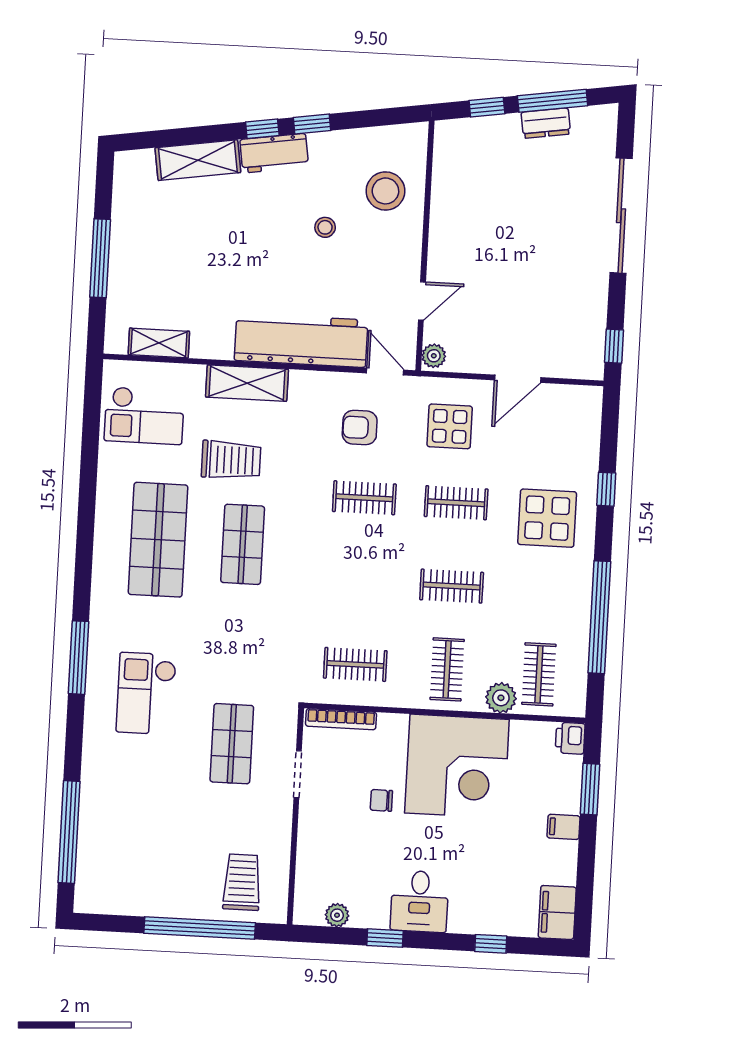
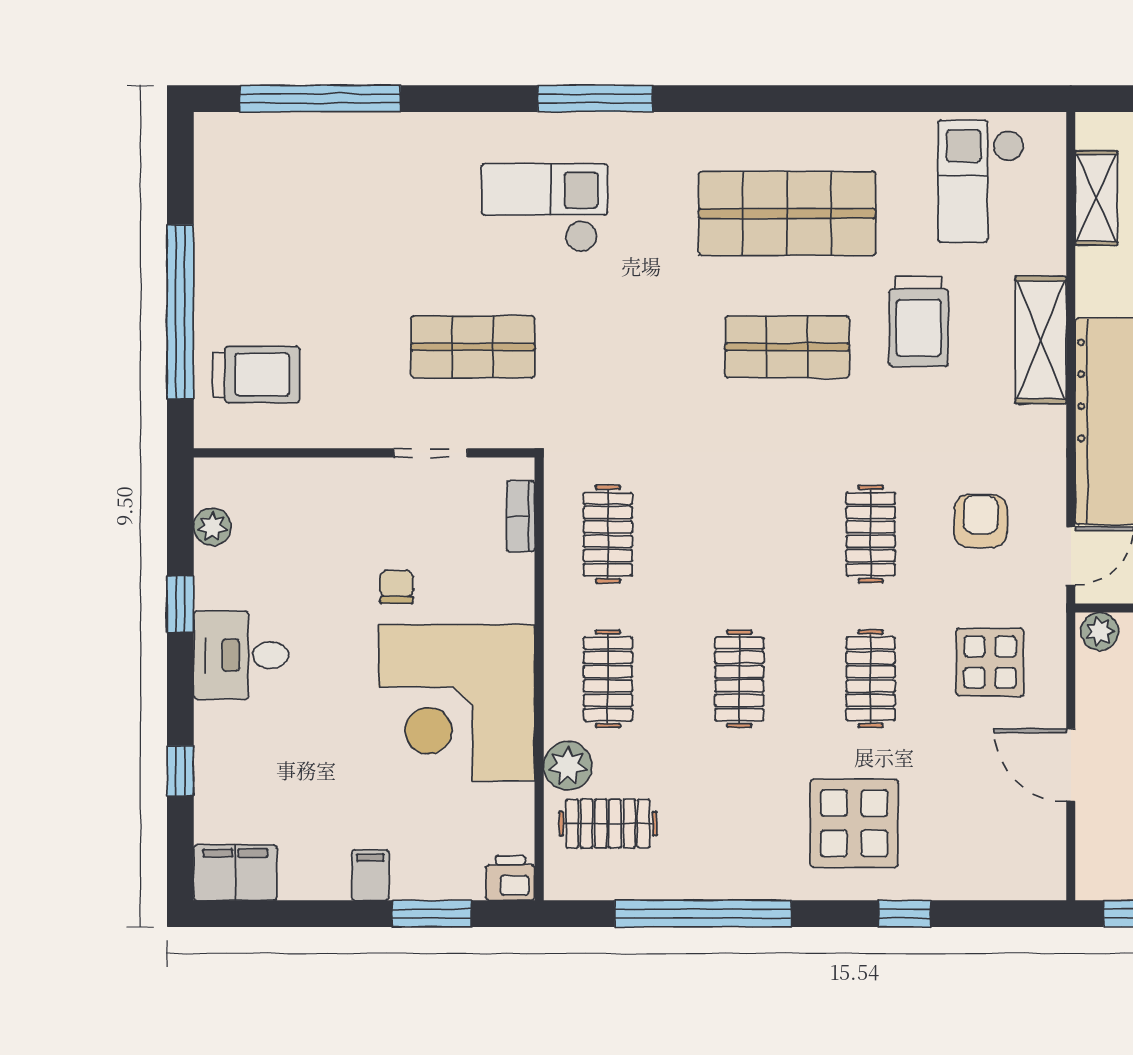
clothes rail: (447, 669) -> (608, 679), turned 90
bookcase: (341, 719) -> (521, 516), width x0.64

